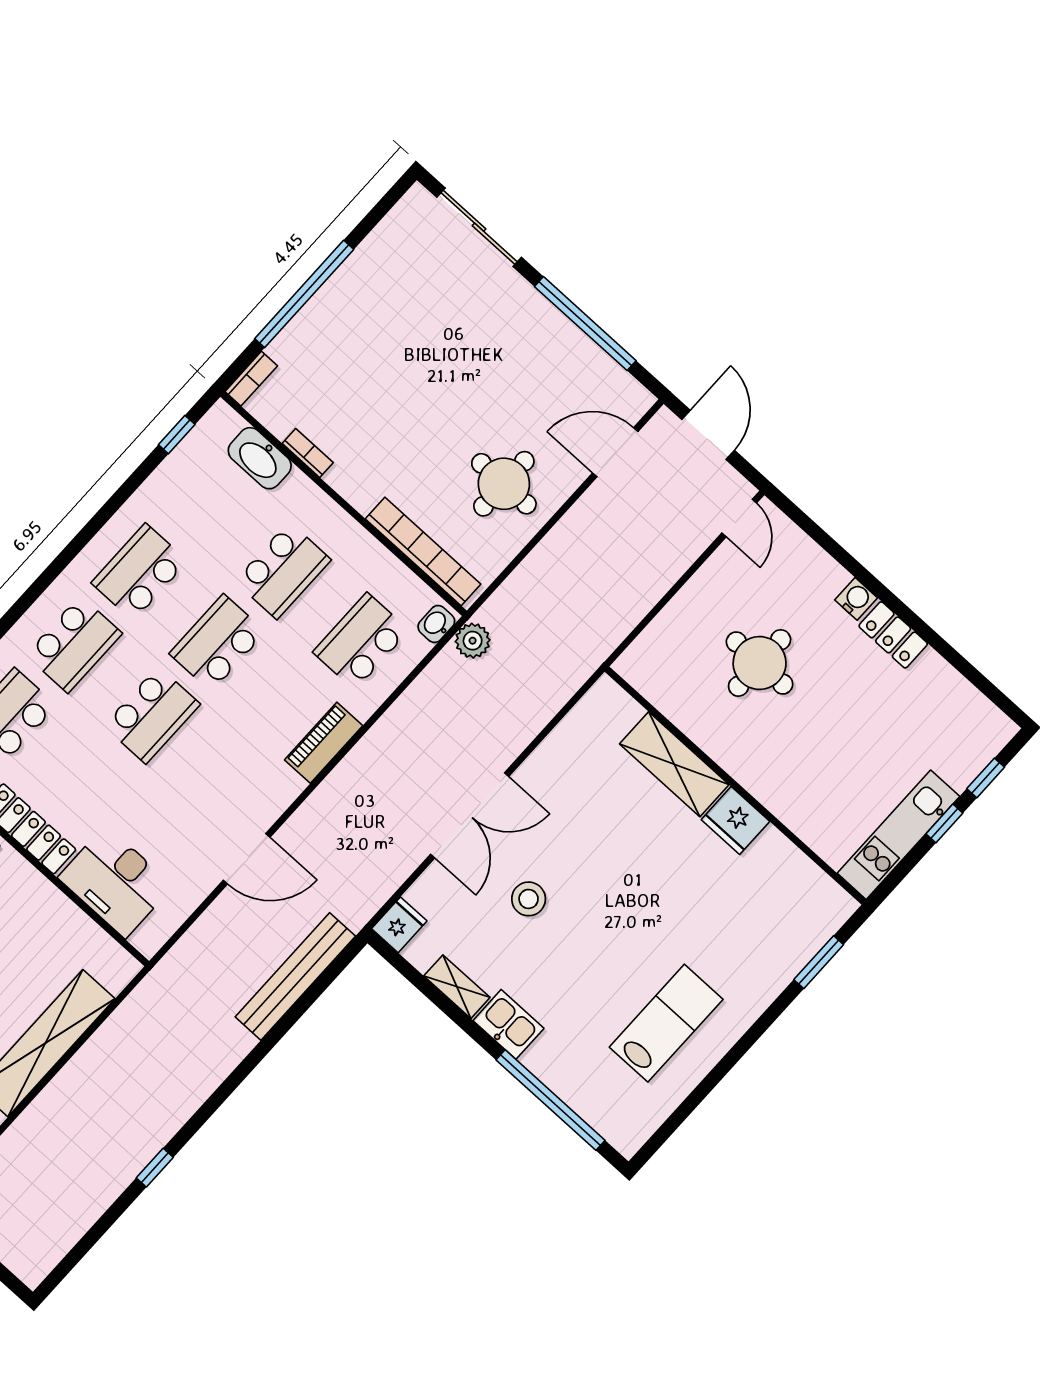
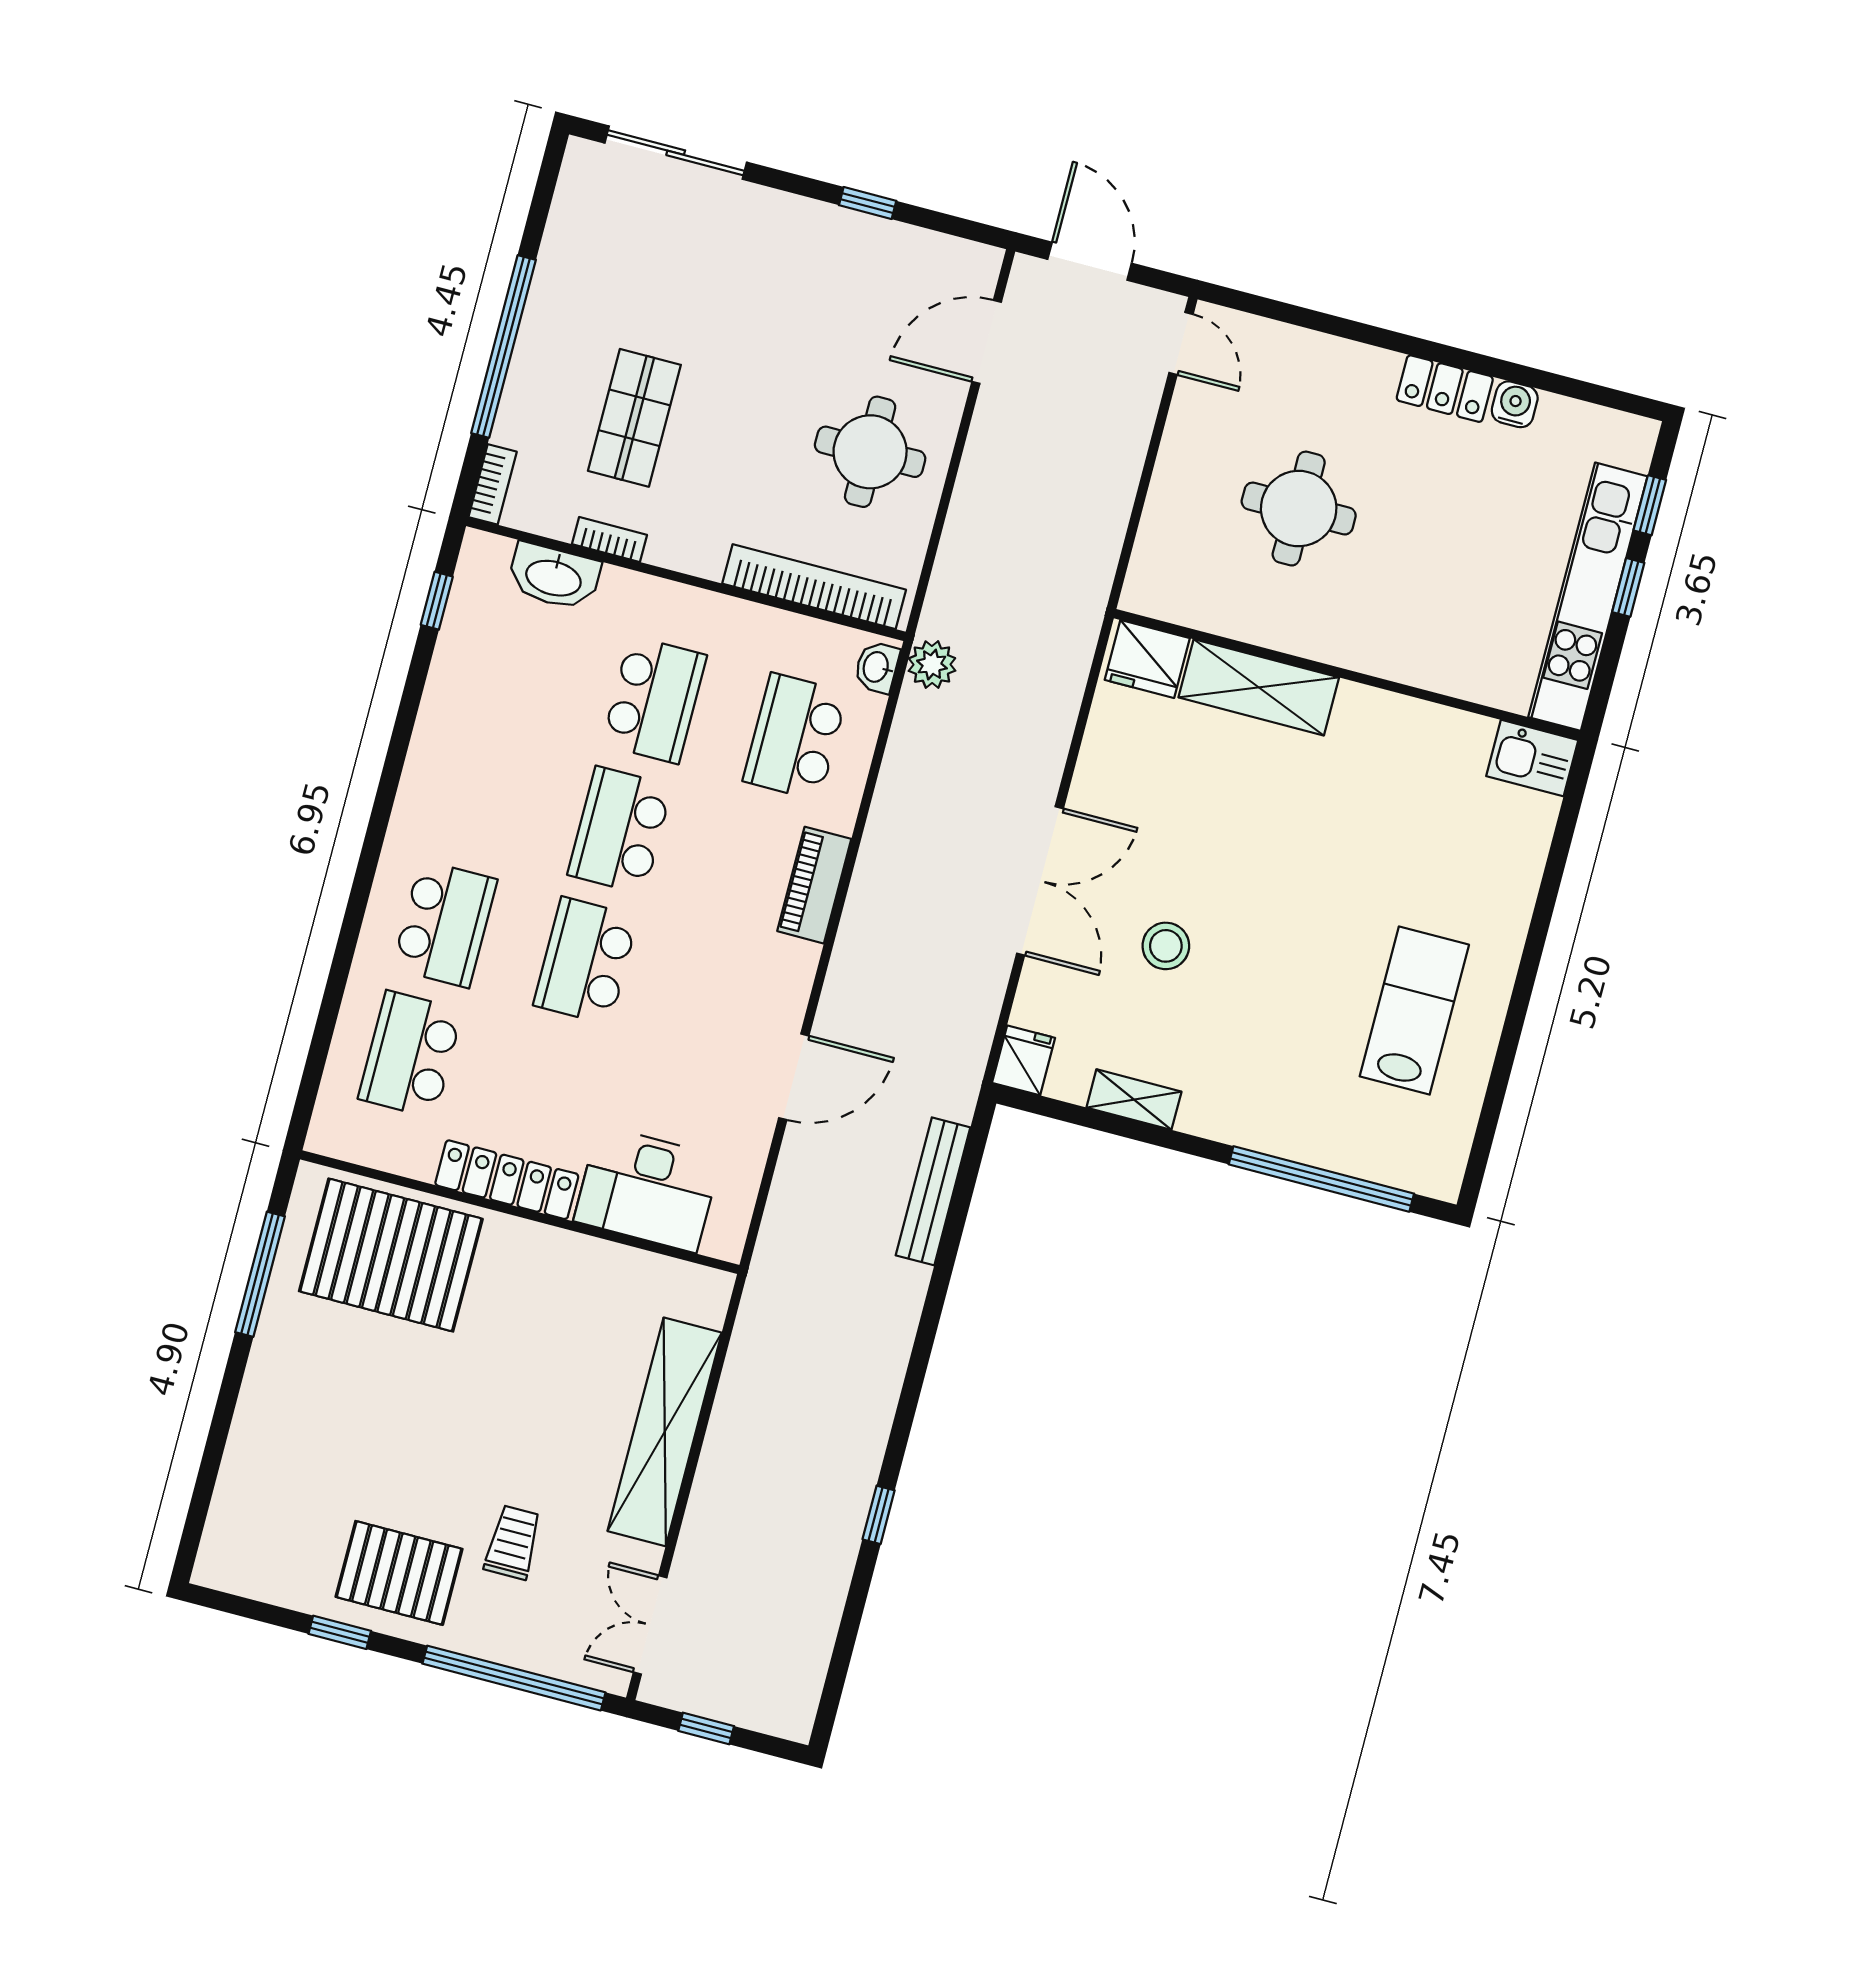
window: (585, 324) -> (868, 203), width x0.32
shop shelf: (364, 383) -> (634, 418), added
school desk: (139, 572) -> (479, 793), removed
water cooler: (856, 599) -> (1515, 404), moved
school desk: (152, 715) -> (586, 961), turned 180
fridge: (735, 821) -> (1147, 659), moved
kitchen unit: (898, 835) -> (1588, 597), width x1.36
window: (819, 962) -> (1562, 838), removed
bench: (295, 976) -> (933, 1191), width x0.73, depth x0.82
kitchen sink: (508, 1024) -> (1532, 758), moved, turned 180

